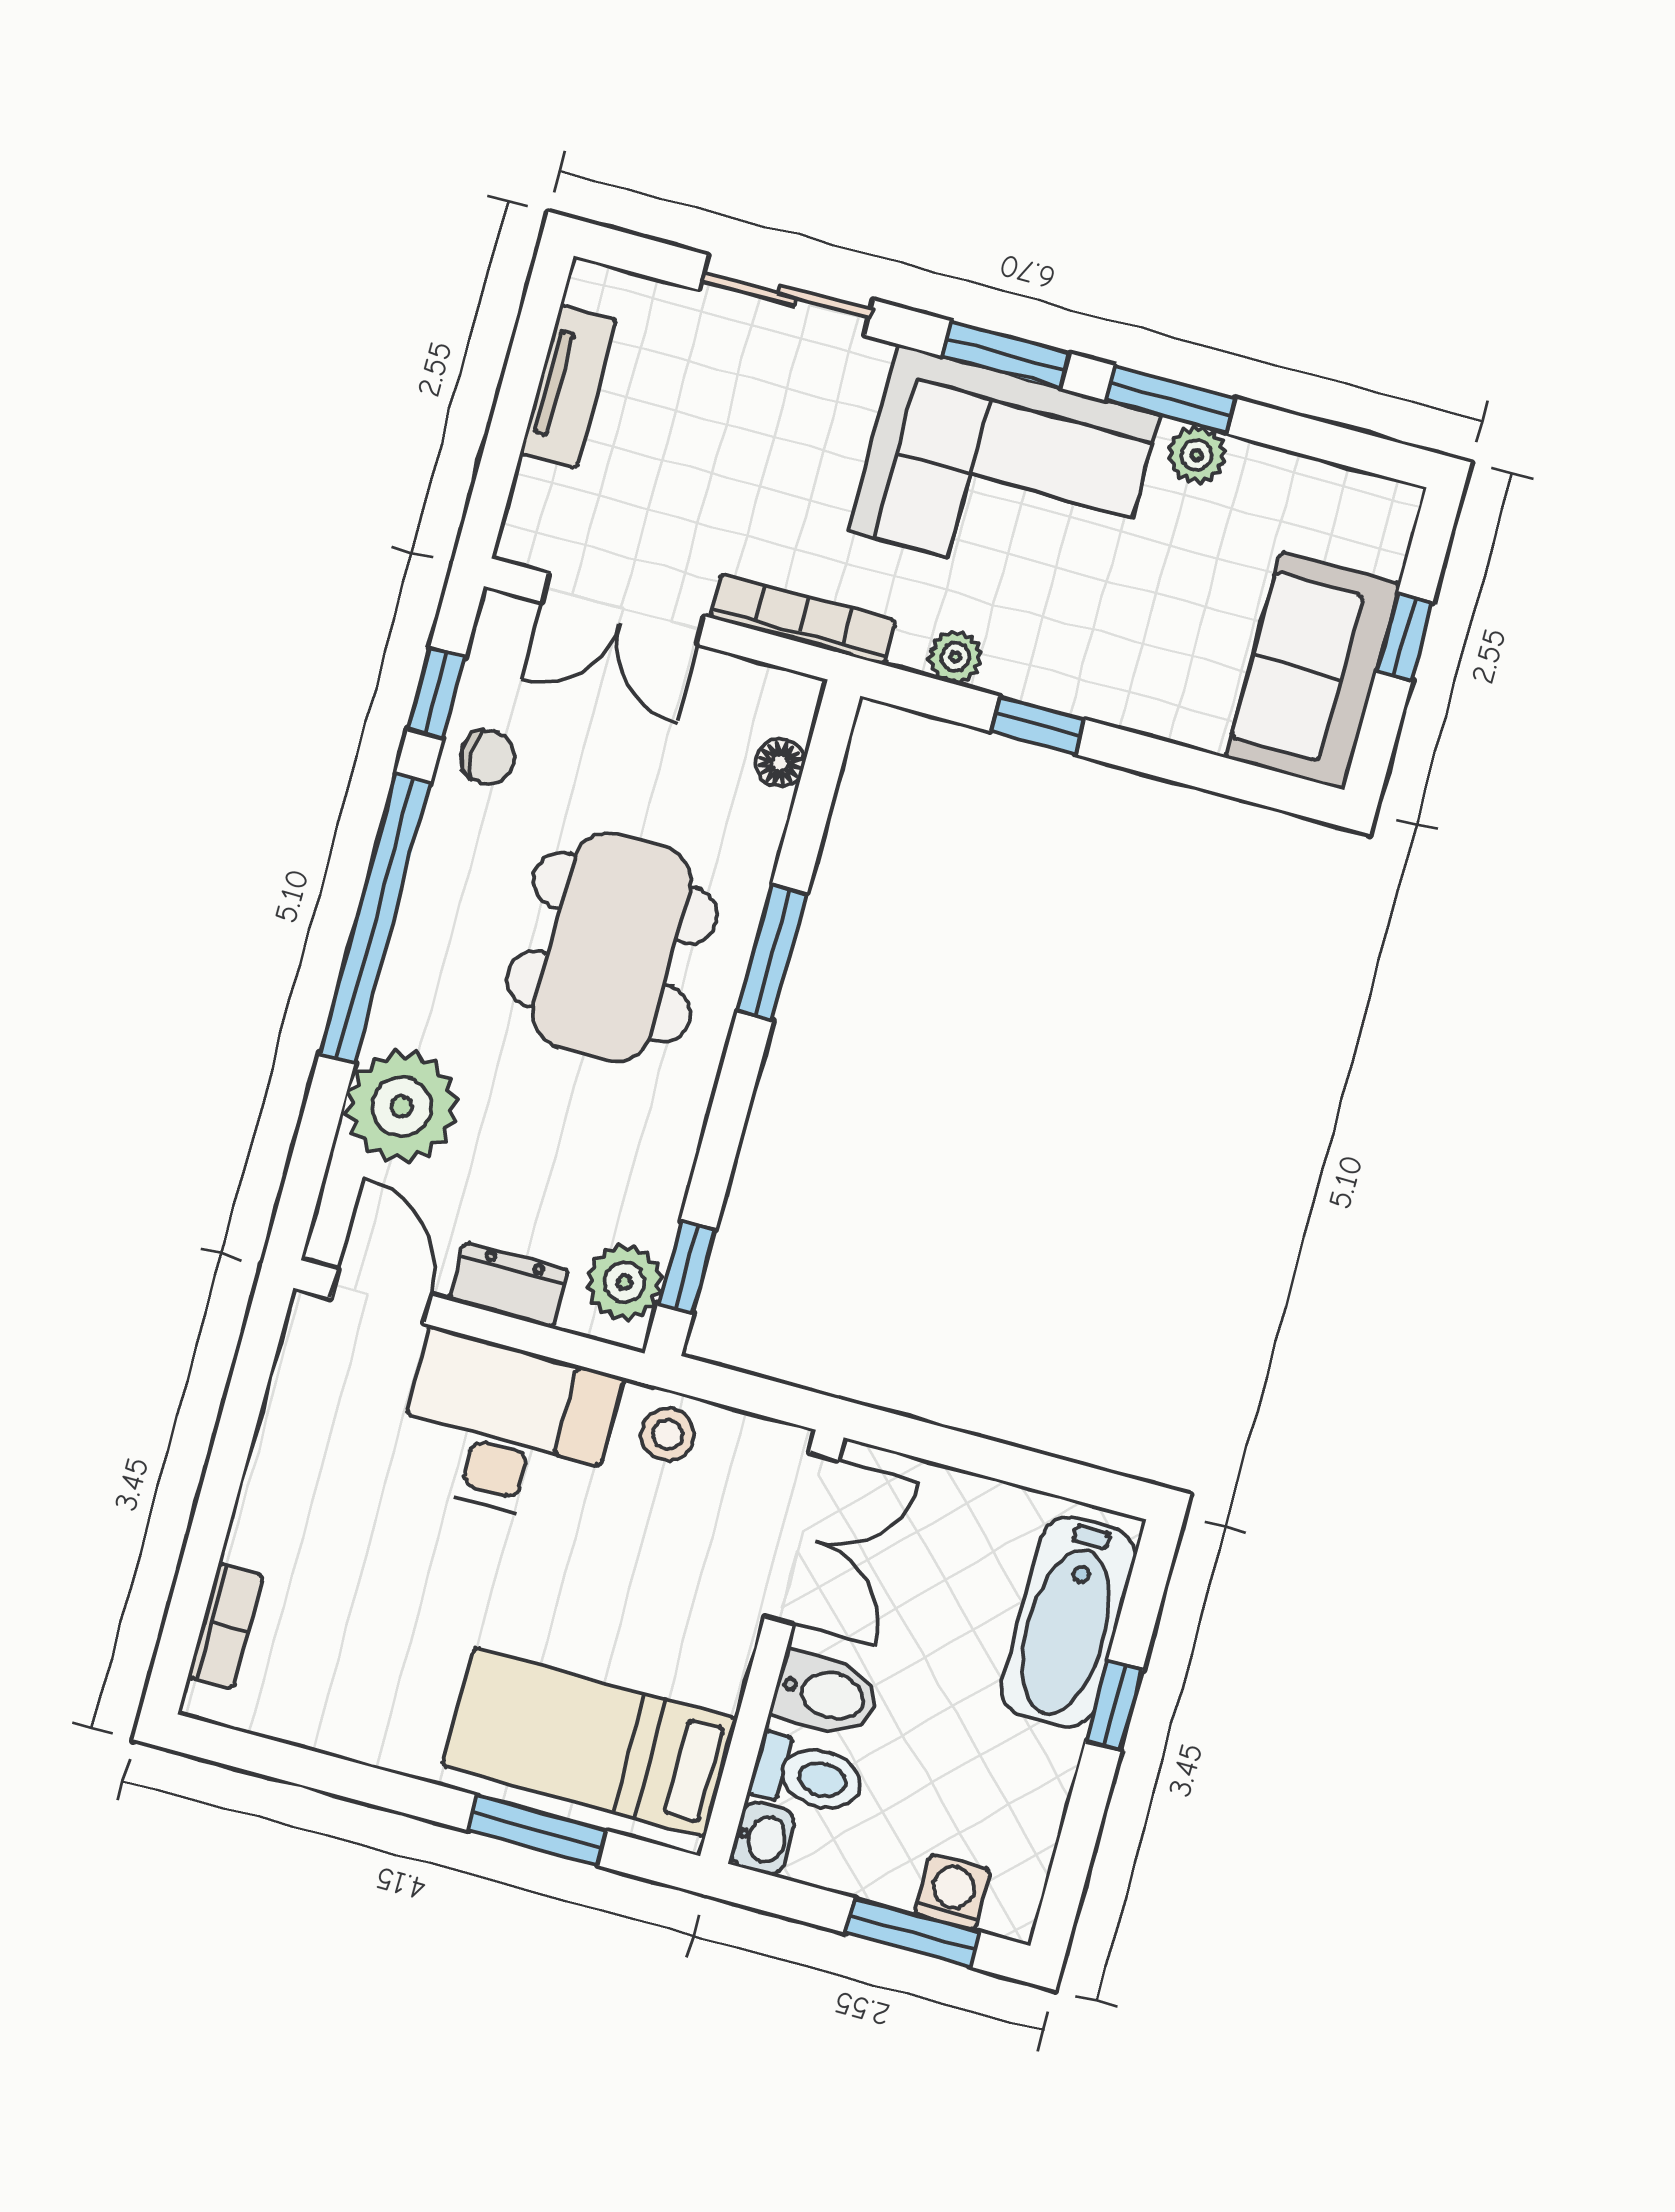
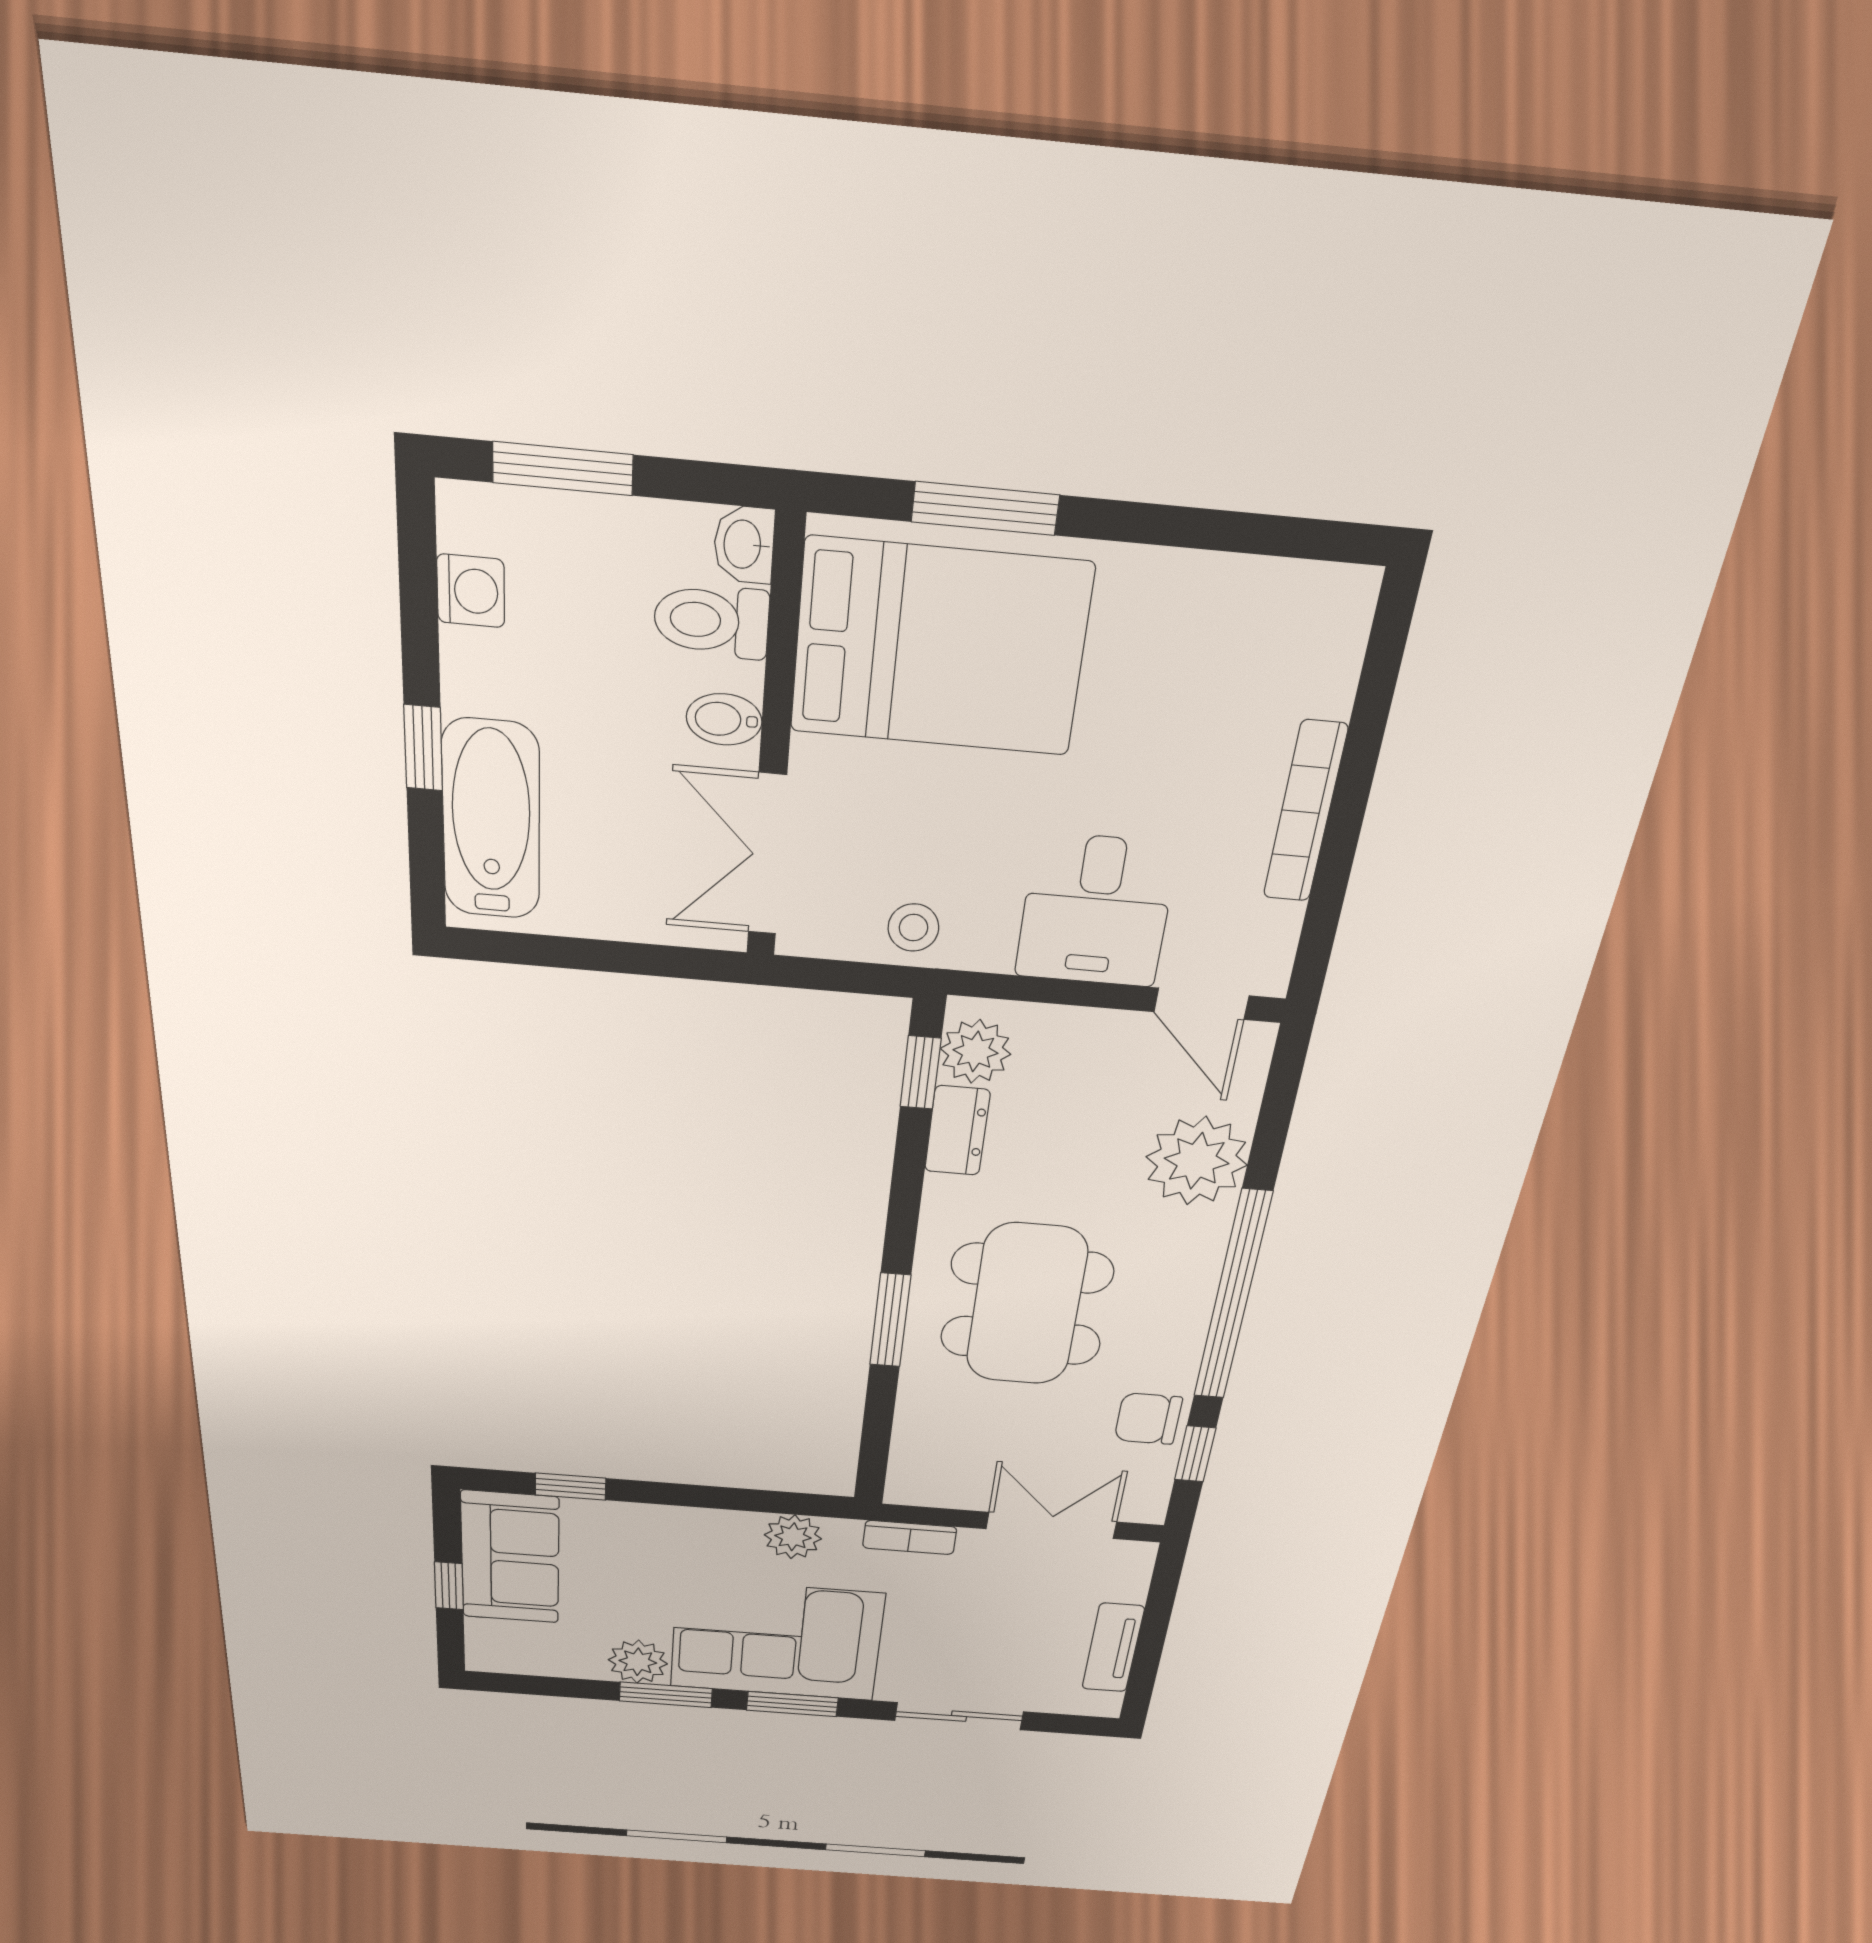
plant: (1197, 455) -> (638, 1662), width x1.38, depth x1.38
bookcase: (803, 619) -> (910, 1537), width x0.64
plant: (955, 657) -> (793, 1537), width x1.38, depth x1.38
window: (1038, 725) -> (570, 1487), moved
chair: (488, 757) -> (1148, 1419), width x1.37, depth x1.37
floor lamp: (780, 763) -> (909, 1447), removed
dresser: (509, 1285) -> (957, 1131), moved, turned -90
desk: (506, 1428) -> (1096, 910), width x0.73
bookcase: (226, 1626) -> (1305, 812), moved, width x1.56
bidet: (826, 1694) -> (724, 719), width x0.72, depth x0.74
bed: (590, 1742) -> (940, 648), width x1.50
washing machine: (953, 1892) -> (471, 591), moved, turned -90

